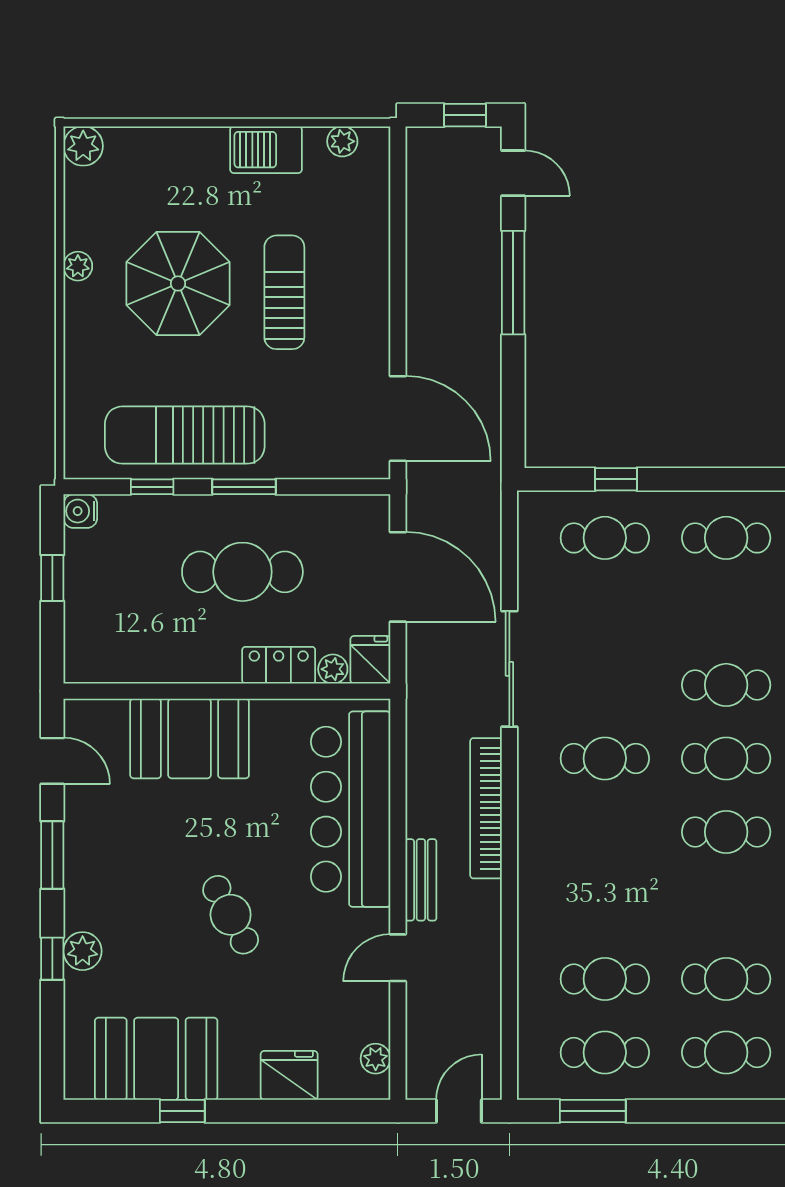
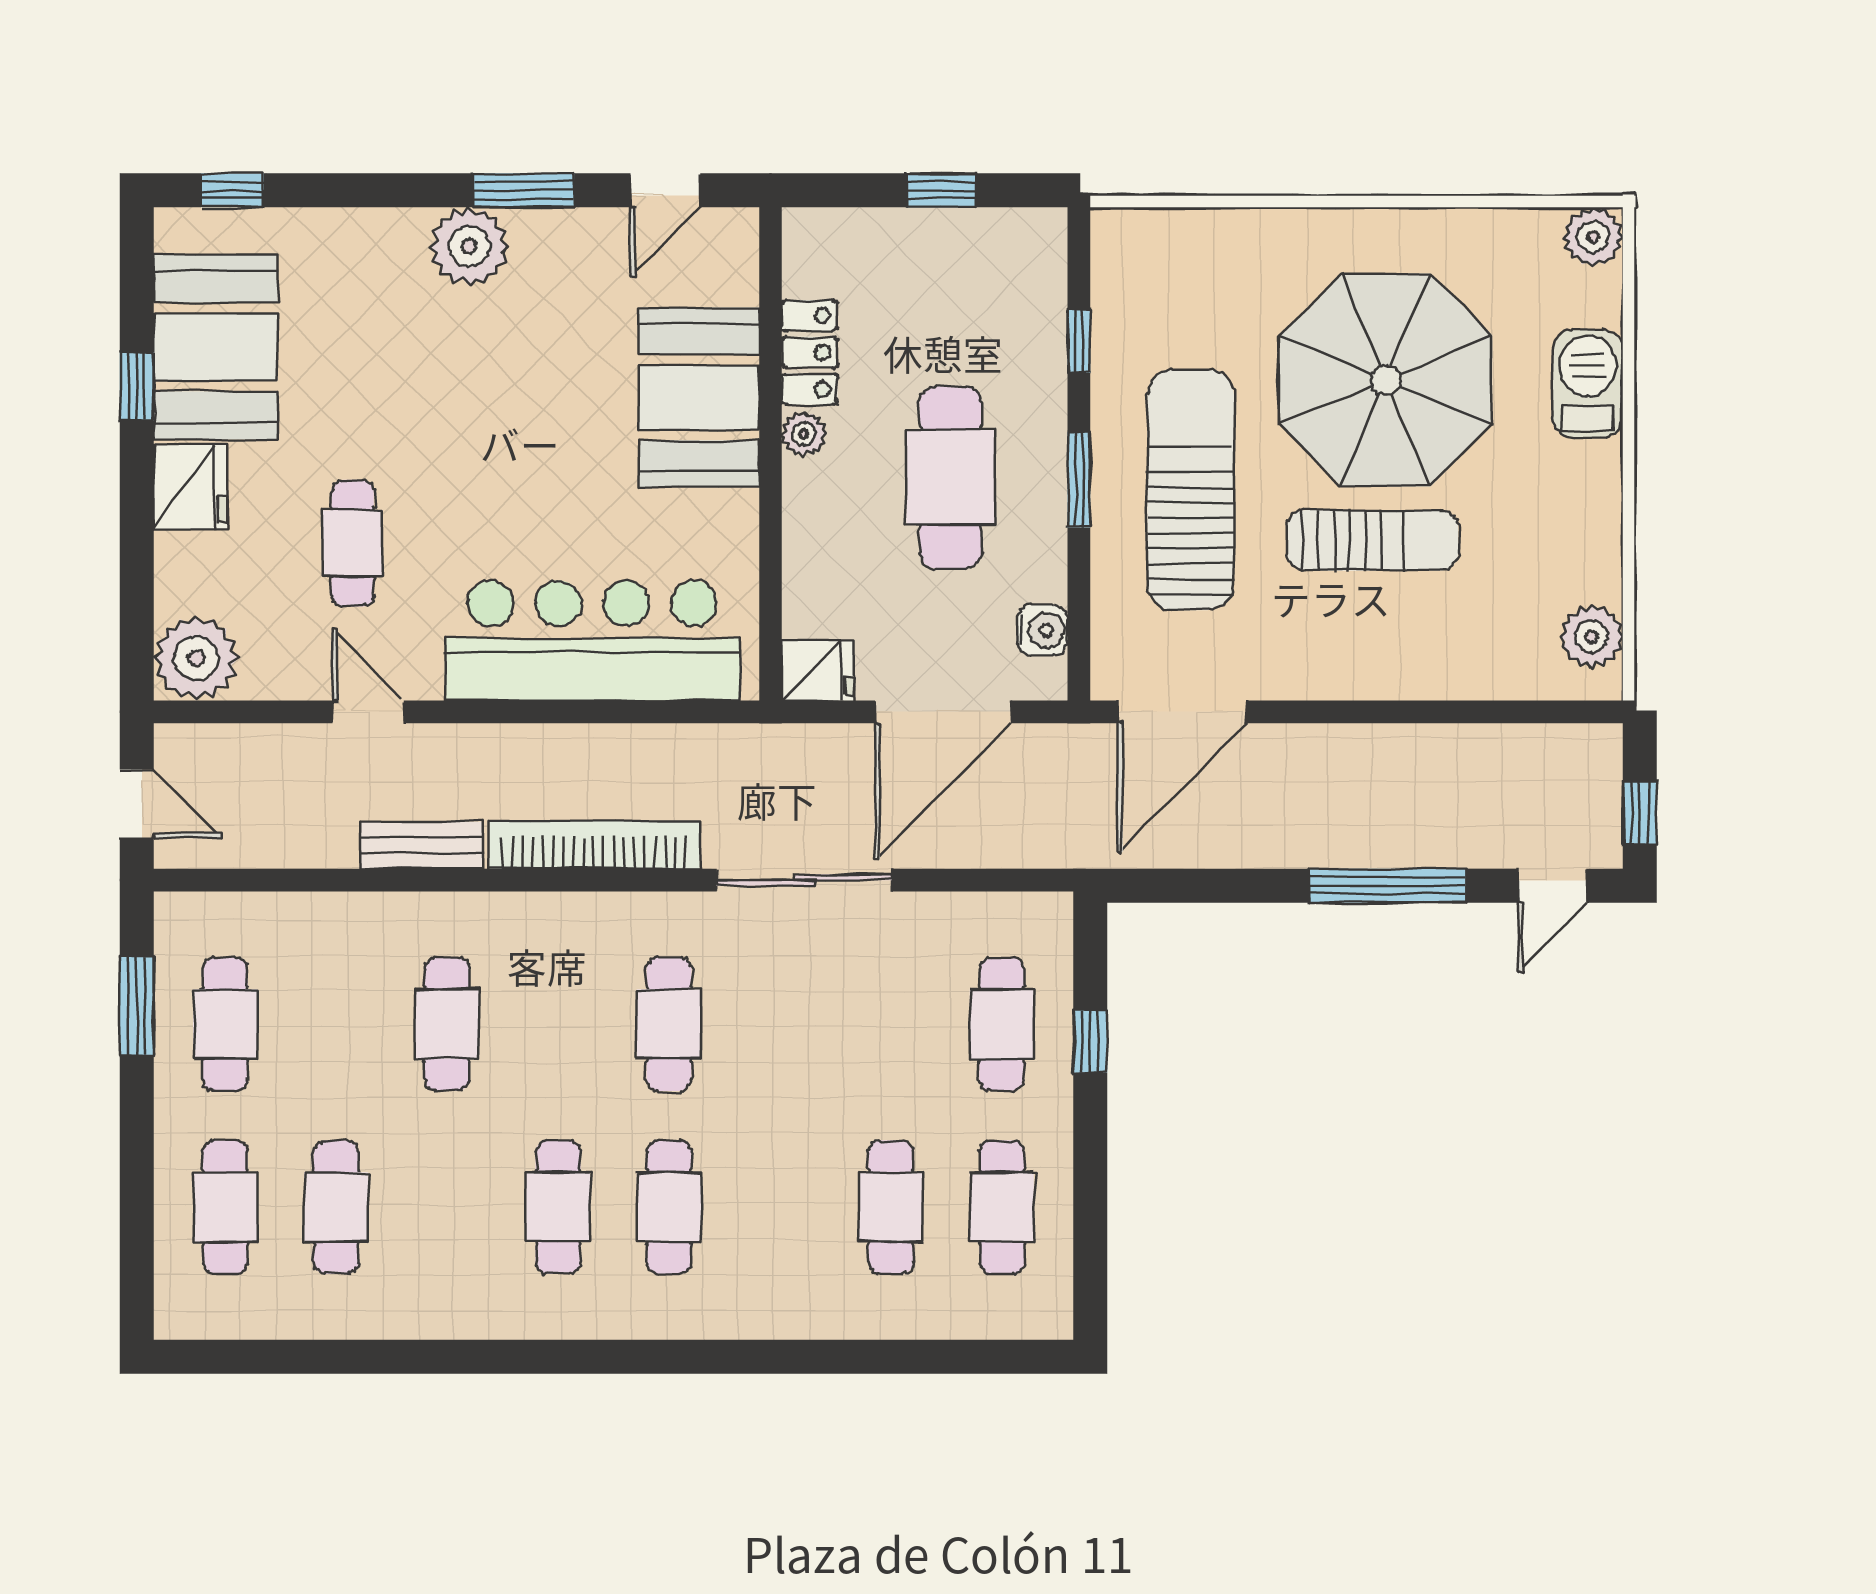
plant: (342, 141) -> (1592, 637), width x1.38, depth x1.38
barbecue: (266, 150) -> (1588, 383), moved
plant: (78, 266) -> (1412, 229), removed
parasol: (178, 283) -> (1386, 380), width x1.36, depth x1.36
sun lounger: (185, 435) -> (1191, 490), moved
water cooler: (80, 511) -> (1042, 630), moved, turned 90
locker: (279, 665) -> (810, 352), moved
plant: (333, 669) -> (804, 434), moved
cafe table: (726, 685) -> (891, 1207), moved
bench: (421, 880) -> (422, 845), moved
cafe table: (231, 915) -> (352, 543), moved, turned -62
plant: (83, 951) -> (469, 246), moved, width x1.36, depth x1.36
window: (52, 959) -> (232, 190), moved
cafe table: (605, 979) -> (447, 1024), moved
plant: (376, 1059) -> (196, 658), width x1.87, depth x1.87
fridge: (289, 1075) -> (191, 487), moved

